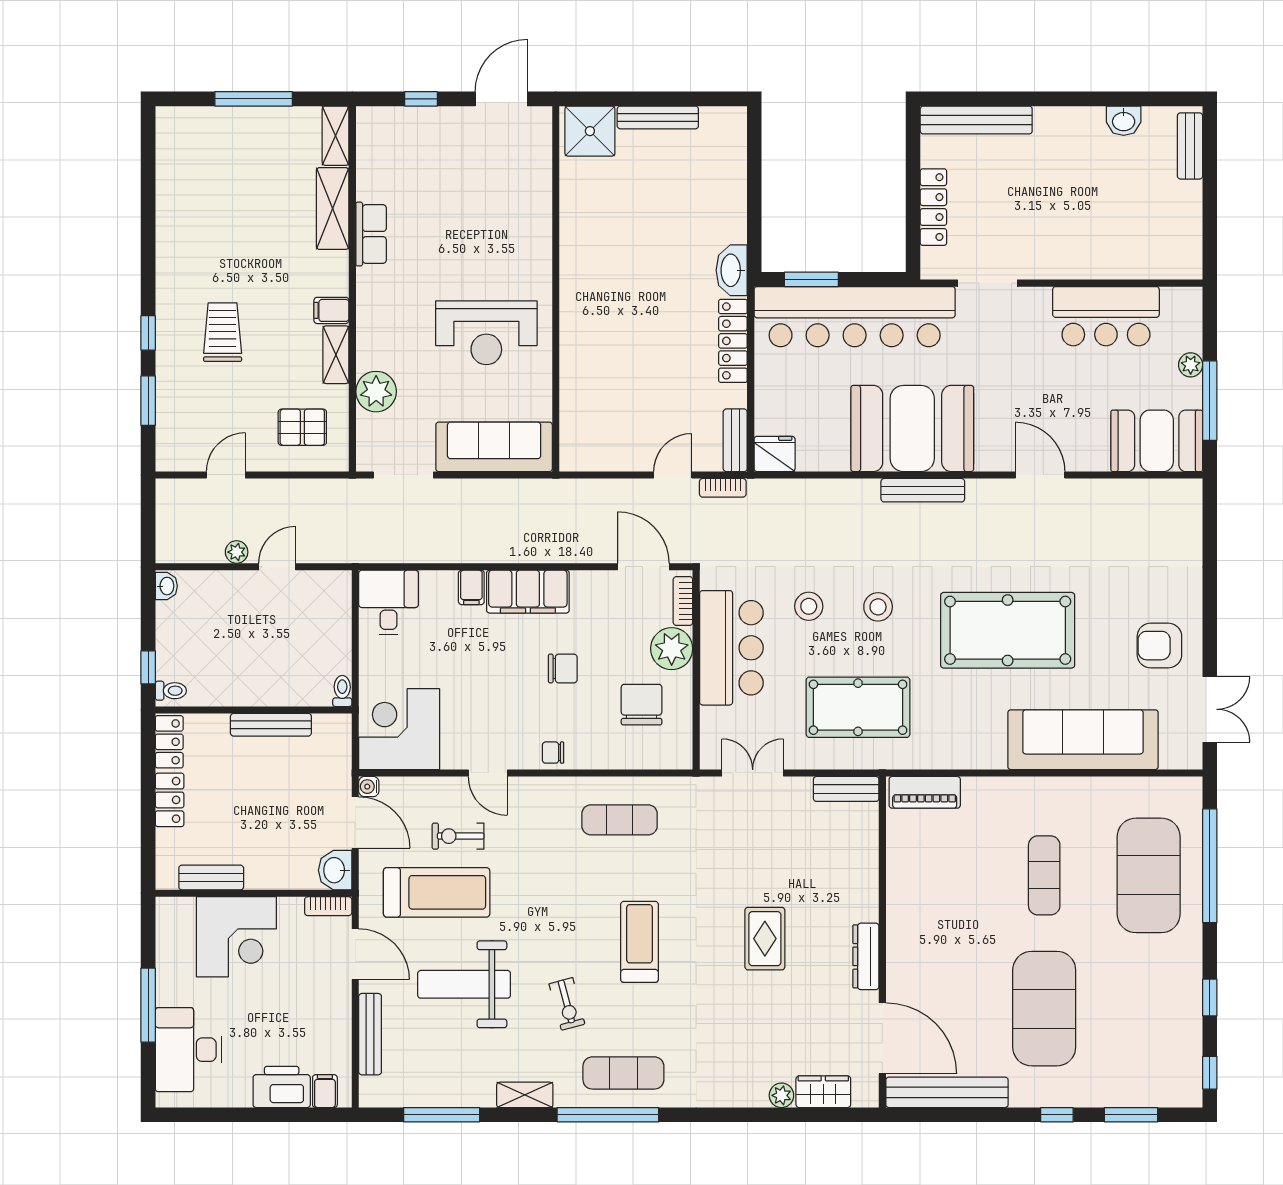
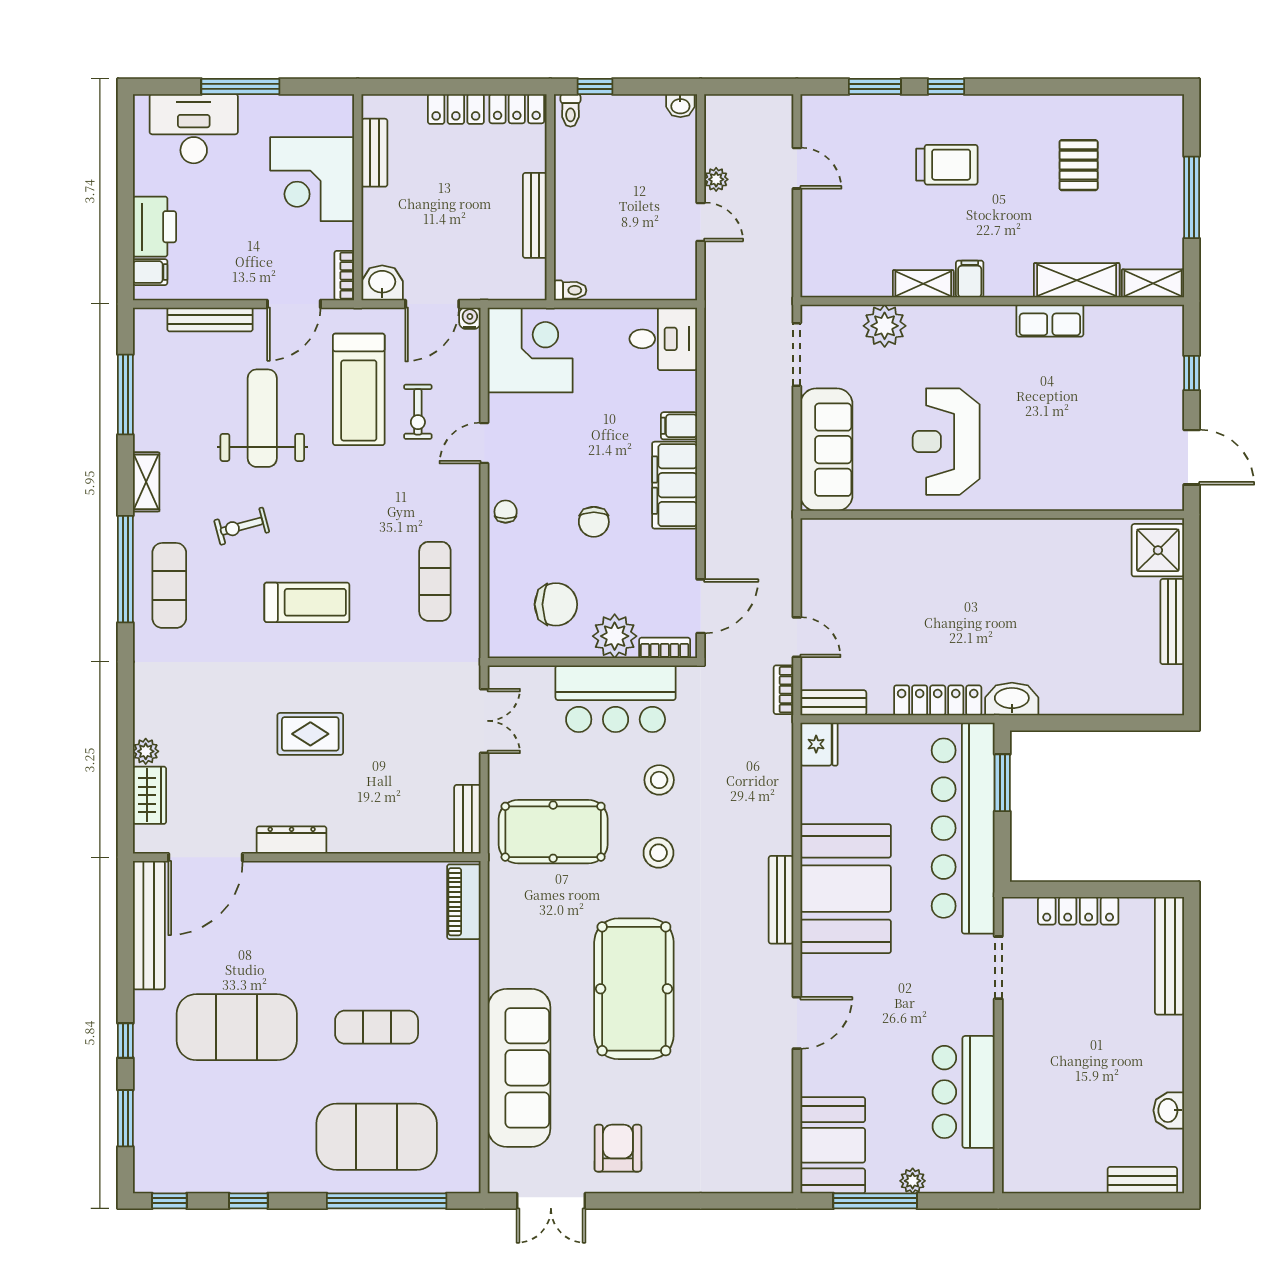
pallet: (302, 427) -> (1079, 165), moved
pool table: (858, 707) -> (553, 832), turned 90
exercise bike: (458, 836) -> (418, 412), turned 180

